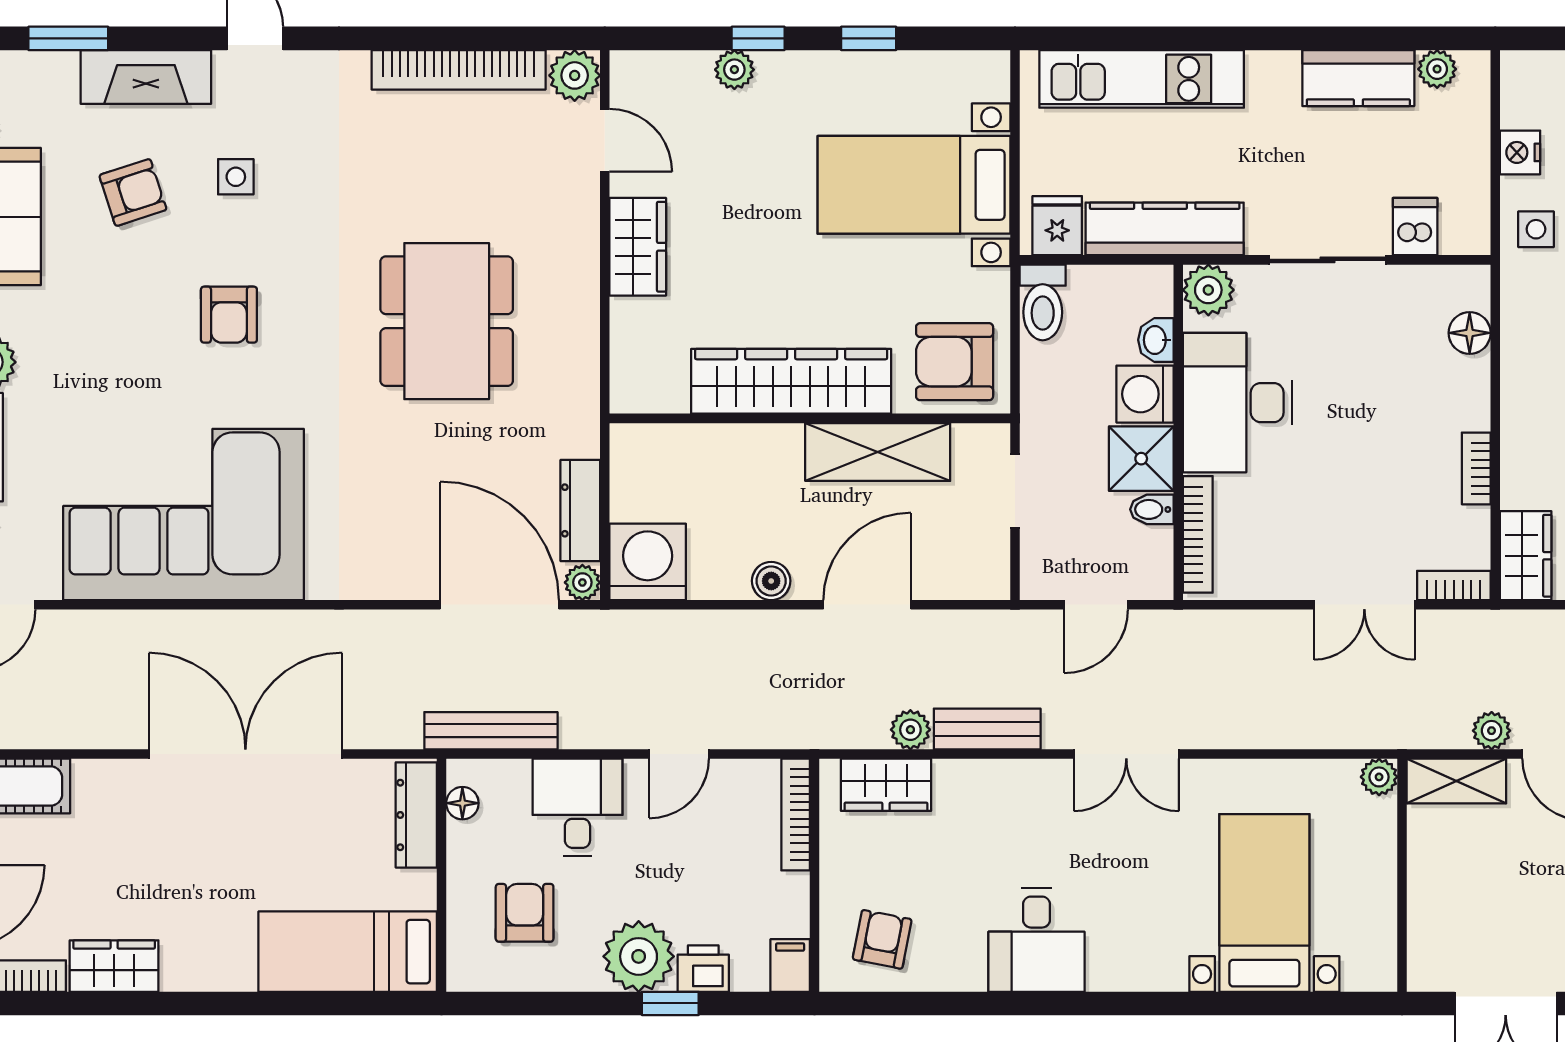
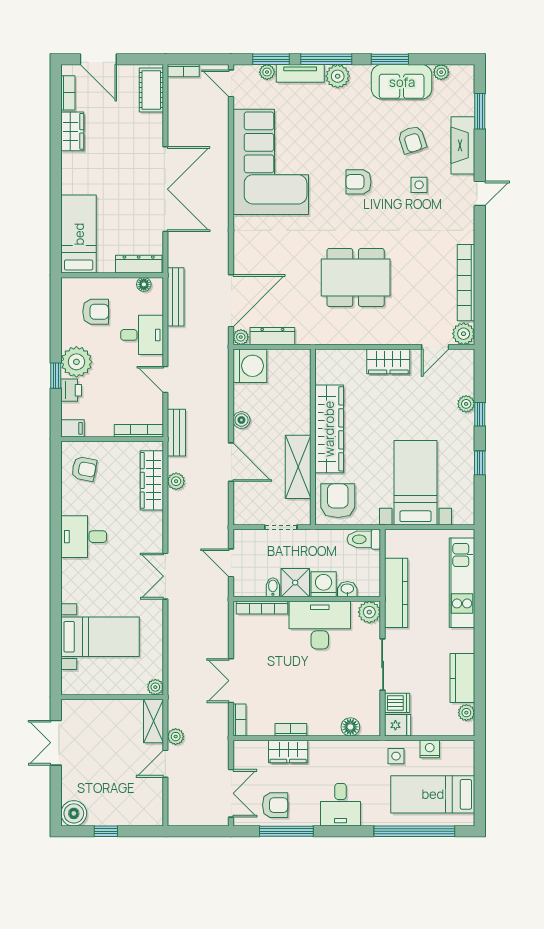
fridge: (1057, 226) -> (398, 725), moved
wardrobe: (1526, 556) -> (288, 752), moved
bench: (987, 729) -> (176, 433), moved
wardrobe: (886, 785) -> (152, 480), width x1.50

